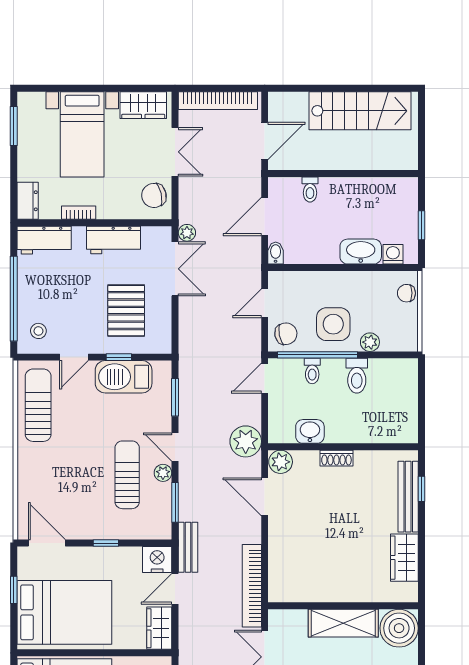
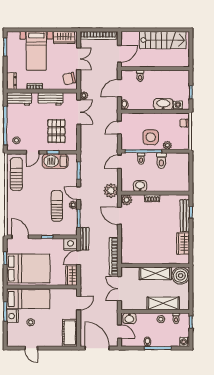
chair: (286, 334) -> (129, 142), removed

